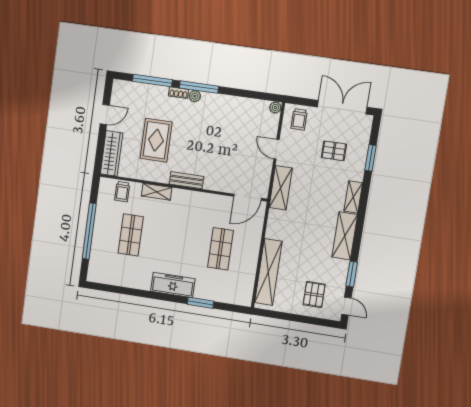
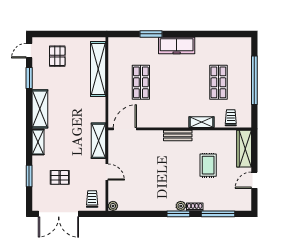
window: (199, 87) -> (178, 214), width x0.69
rug: (156, 140) -> (208, 165), width x0.73, depth x0.70
door: (346, 306) -> (29, 51), hinge flipped

